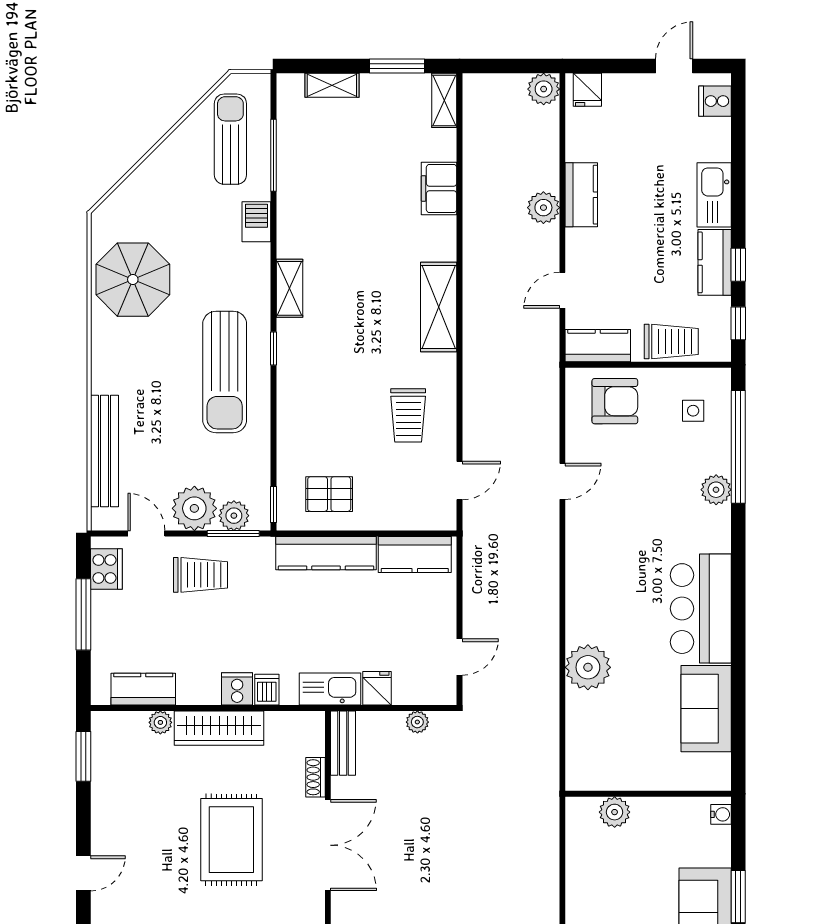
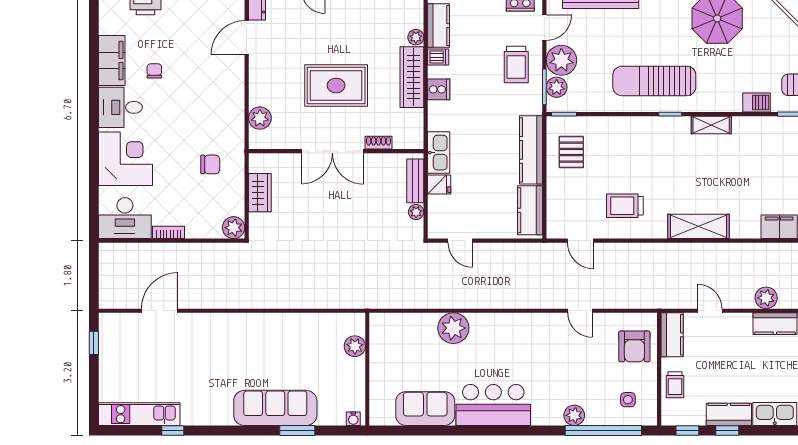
trolley: (671, 341) -> (675, 385), width x0.73, depth x0.72
dishwasher: (267, 690) -> (438, 57), moved
bench: (343, 743) -> (415, 181), moved, turned 90

